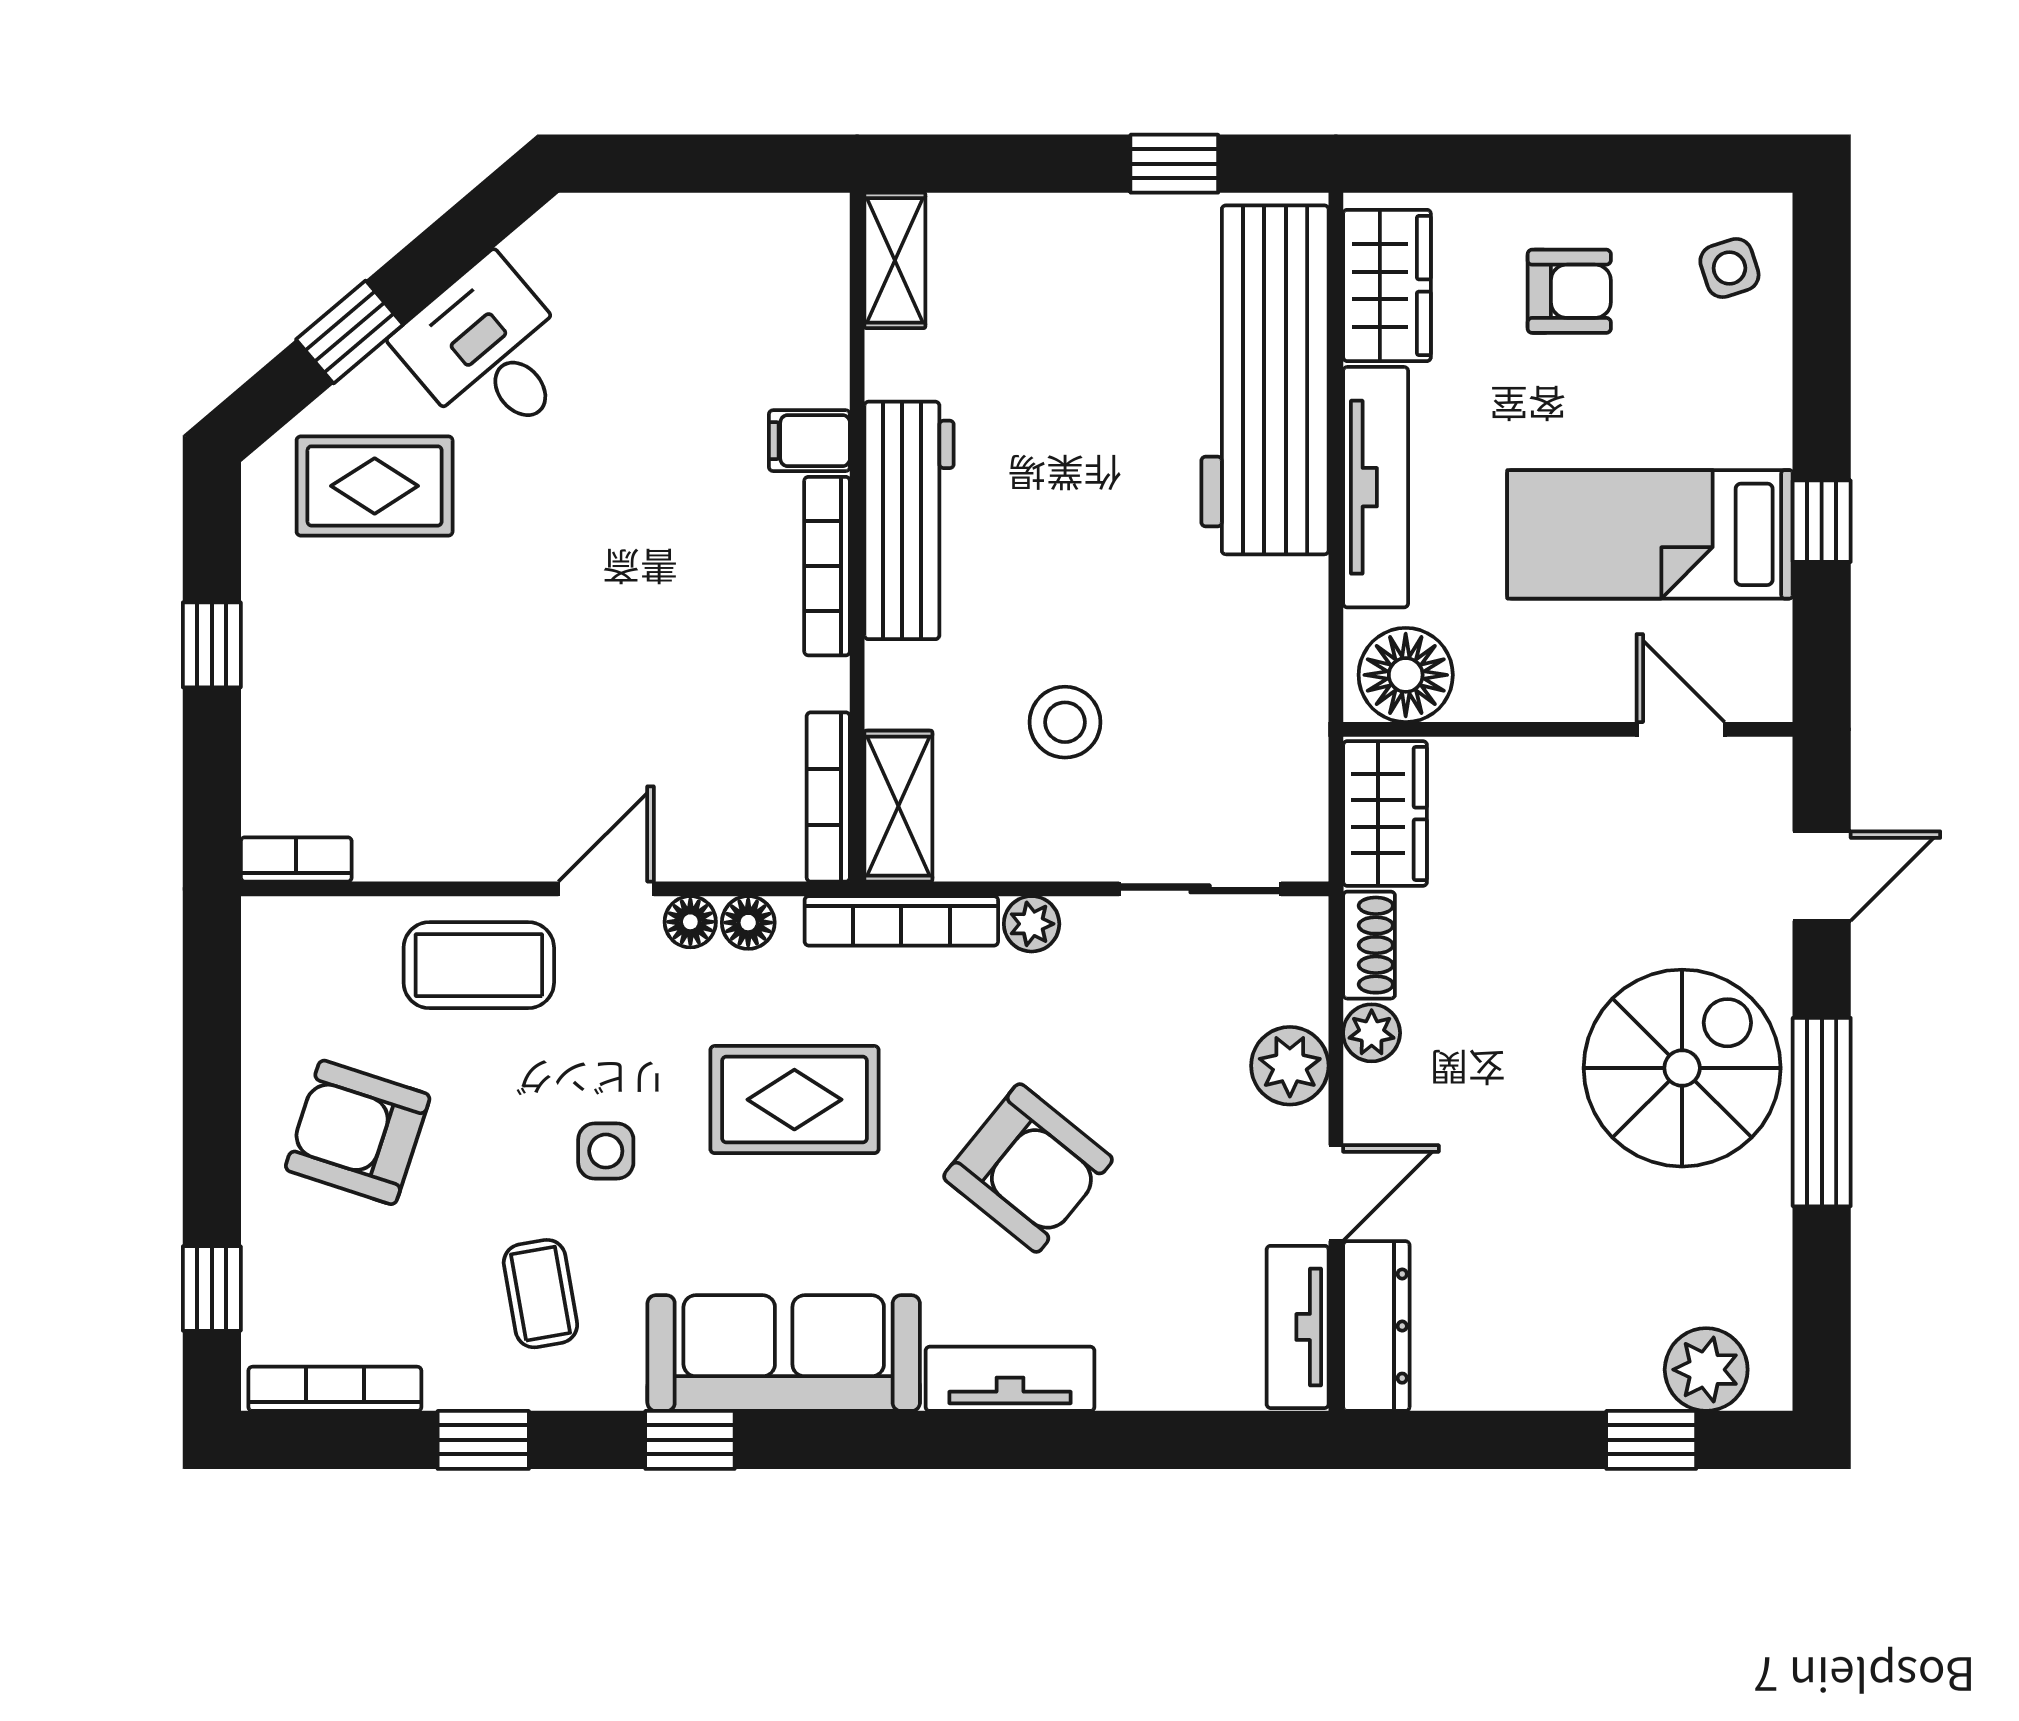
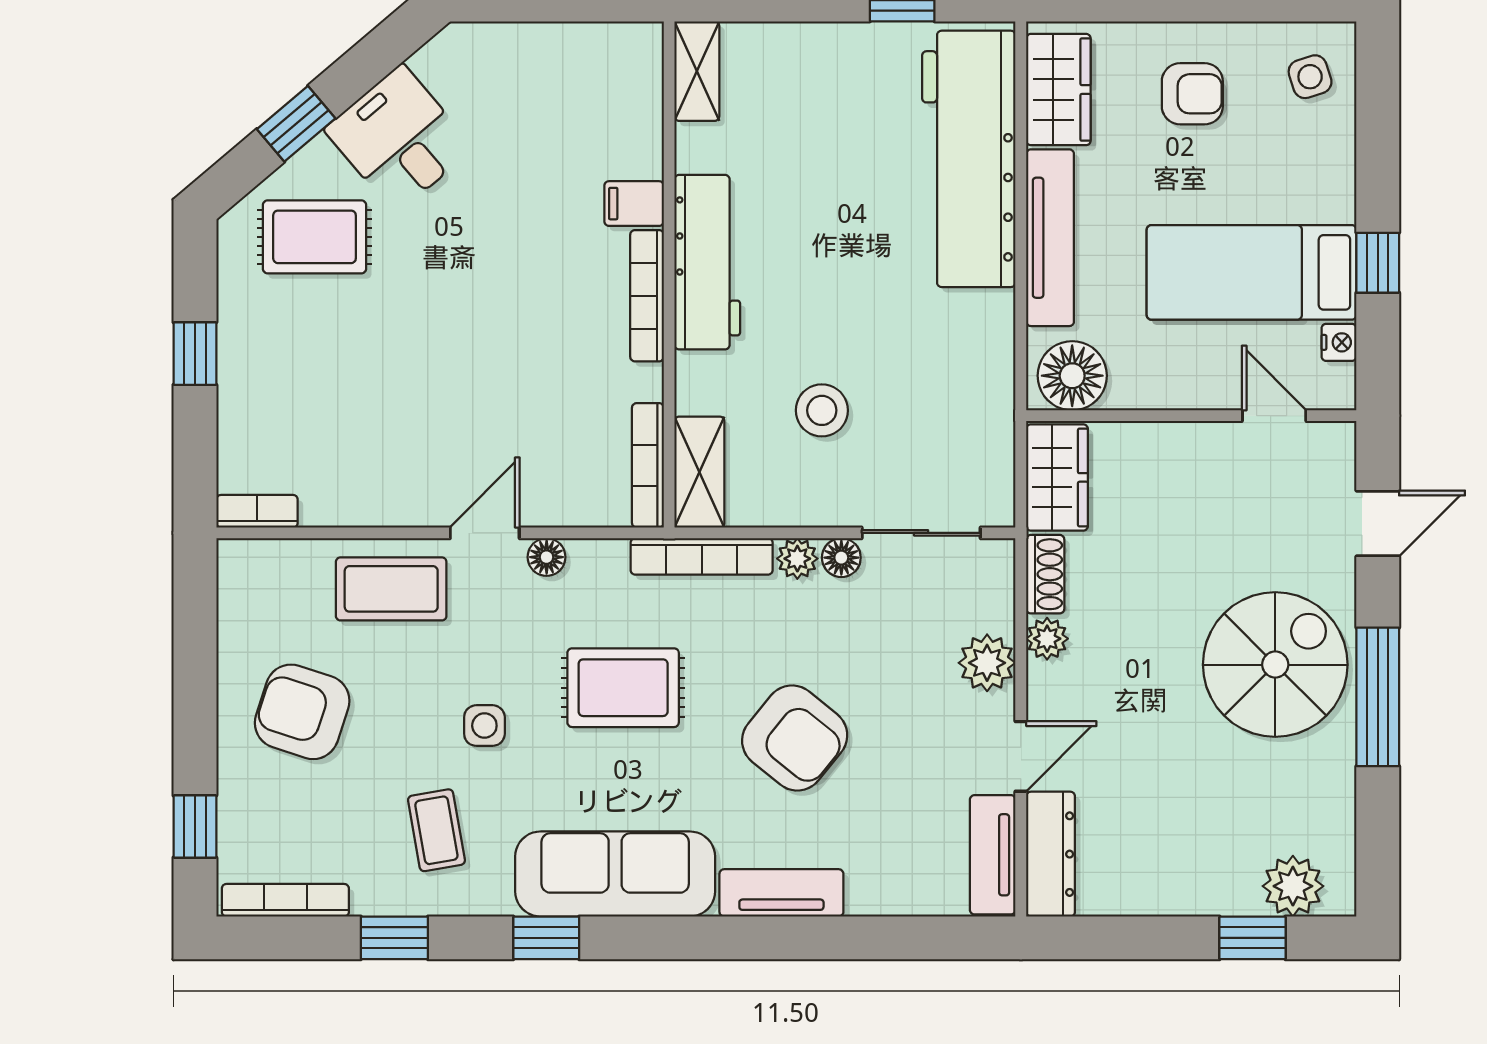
nightstand: (1769, 630) -> (1339, 342), added
floor lamp: (748, 923) -> (841, 558), moved

